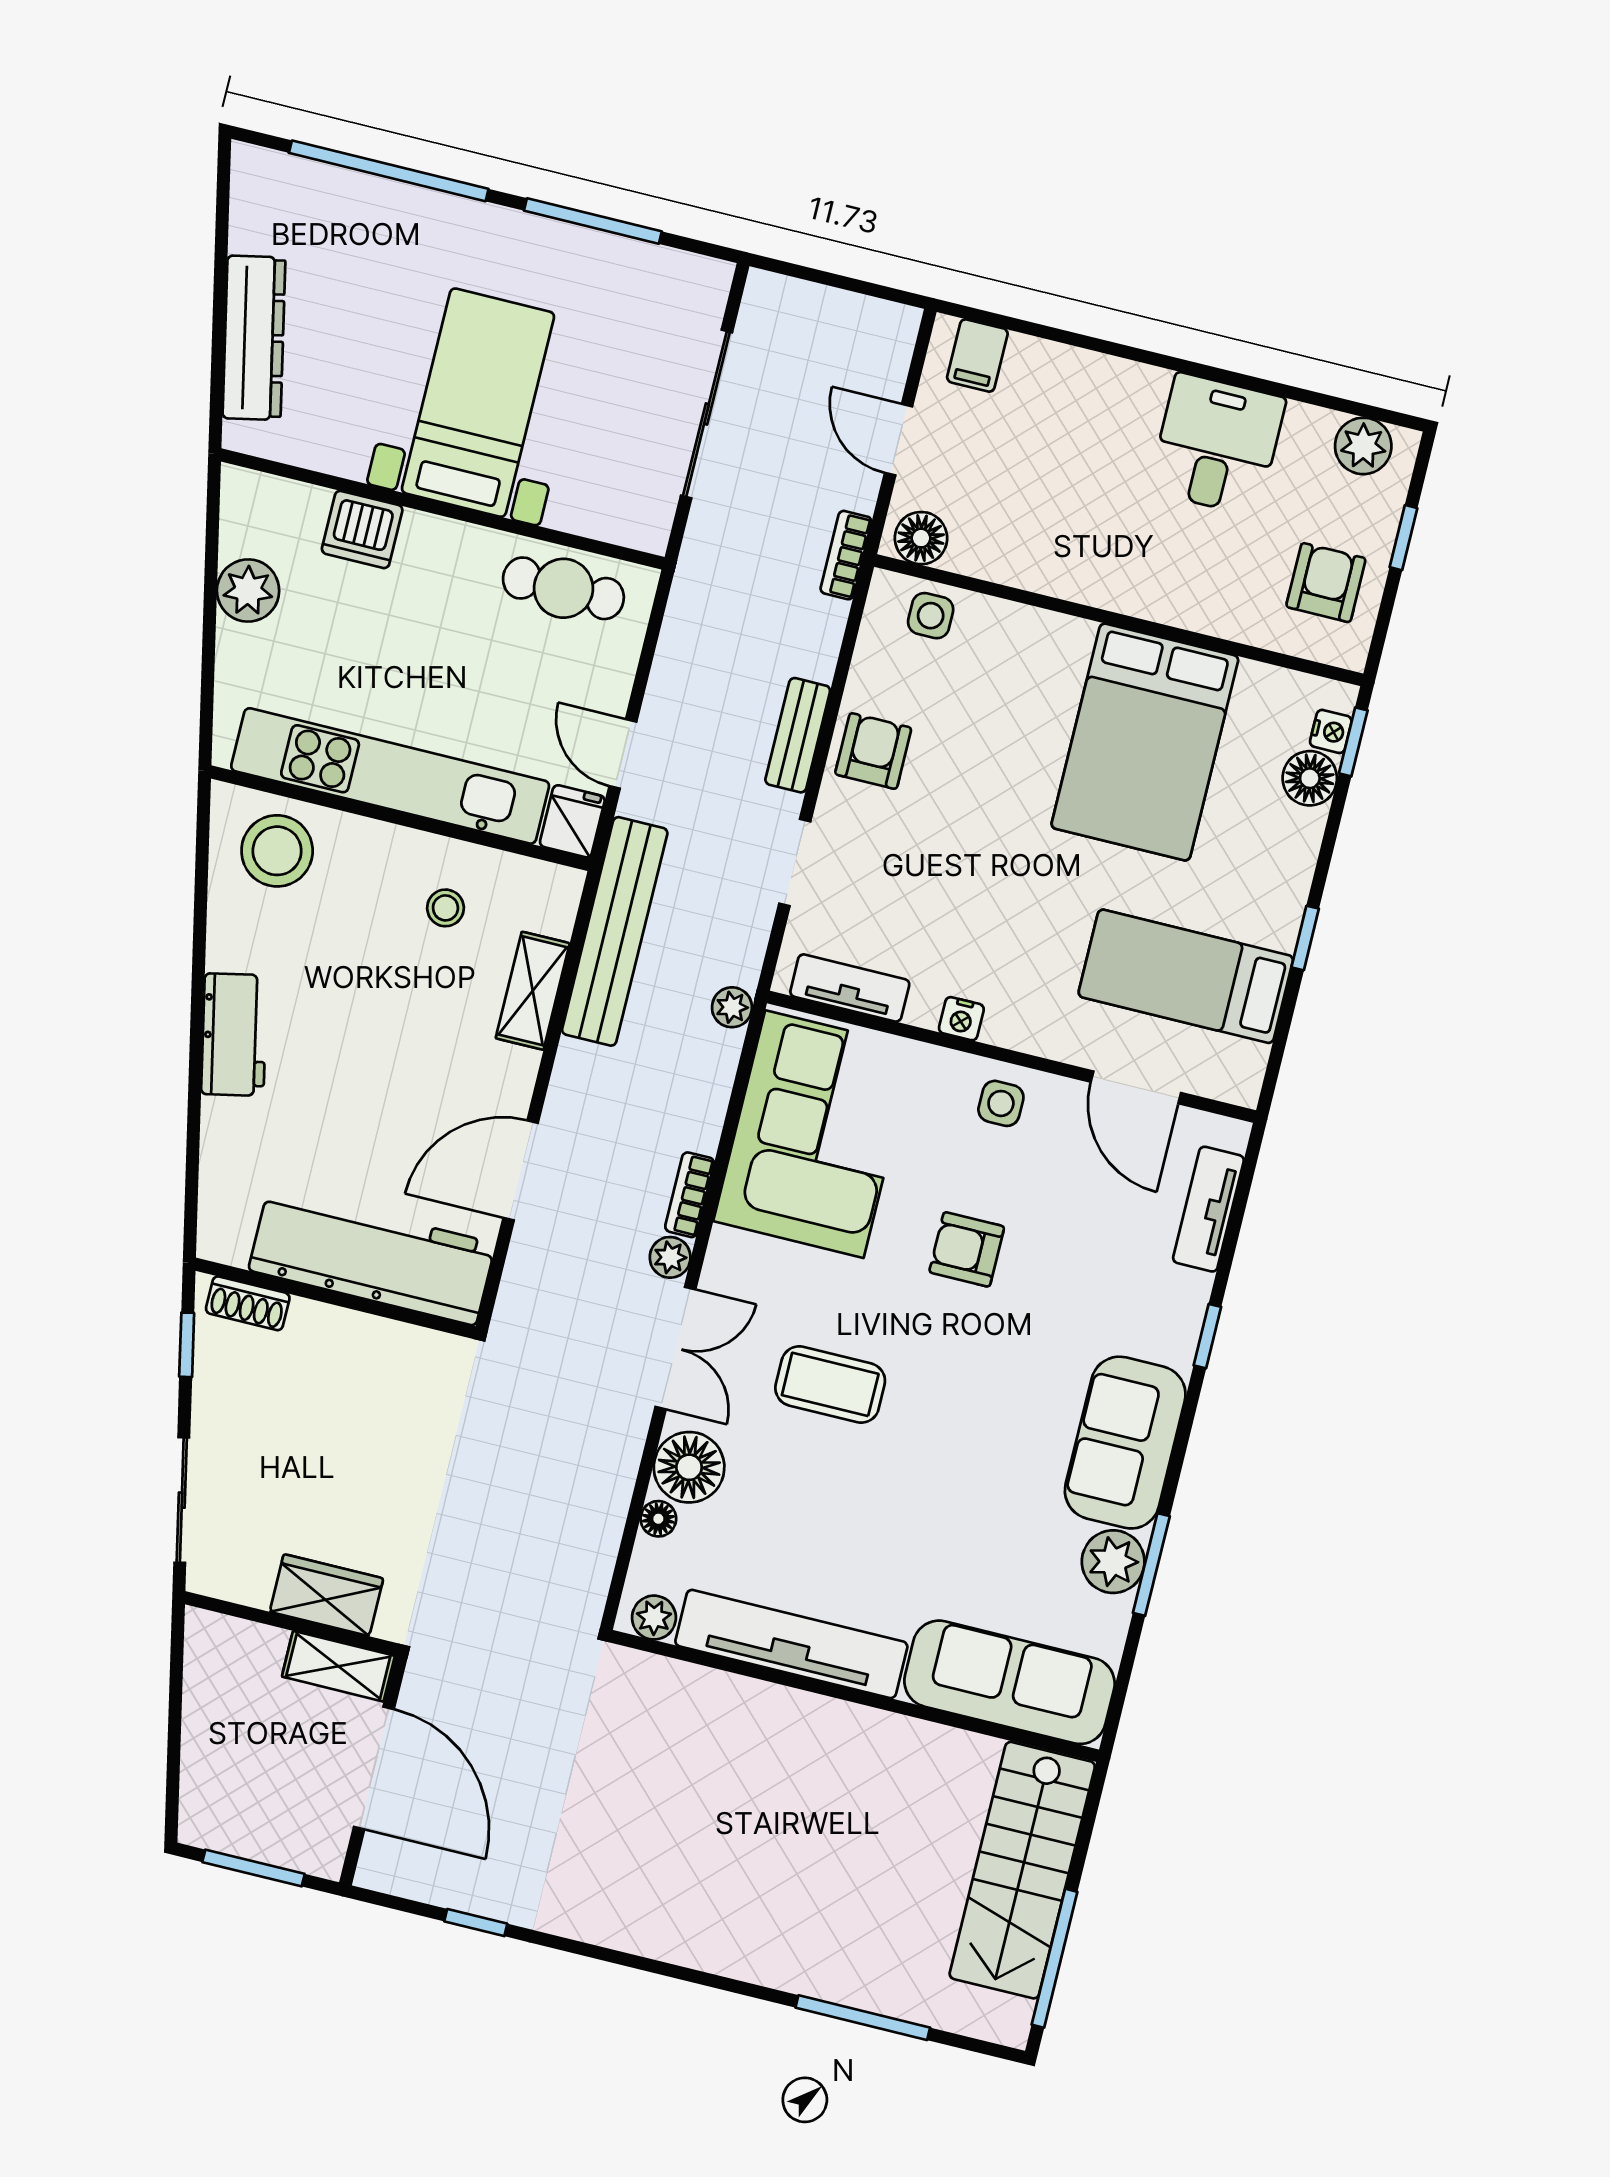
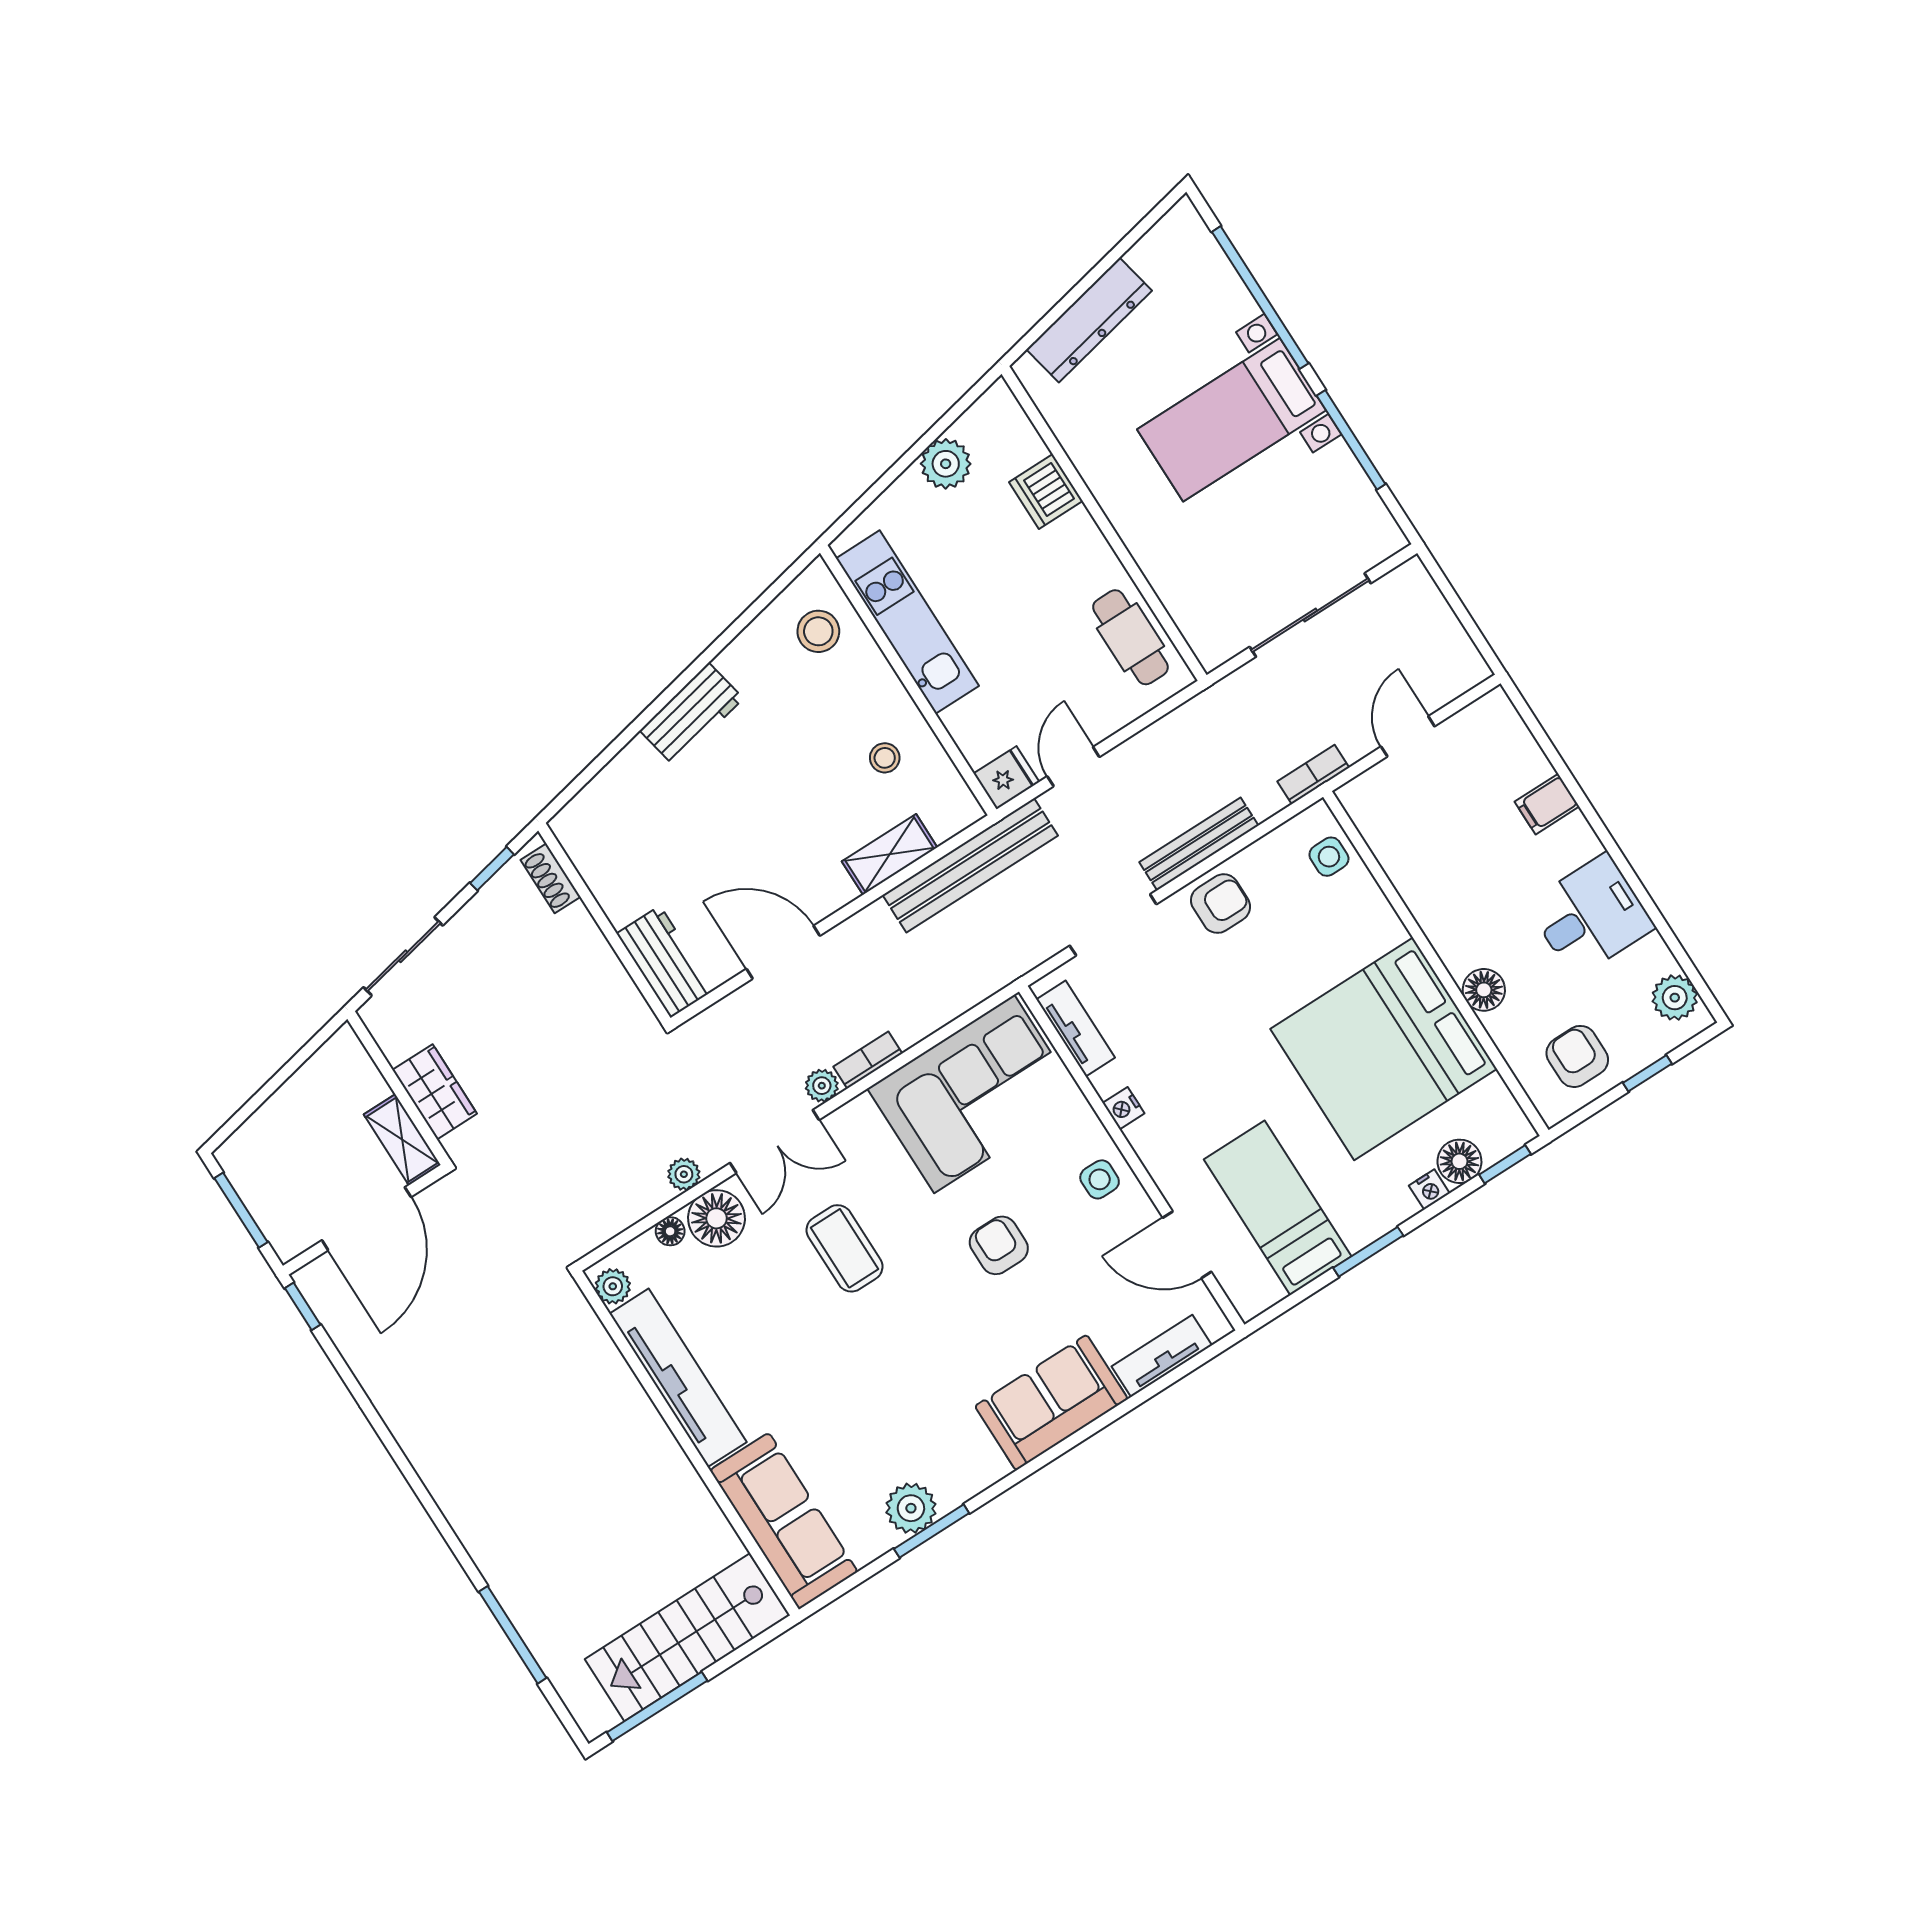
filing cabinet: (977, 355) -> (1547, 804), moved
bed with nightstands: (478, 403) -> (1231, 420), moved, turned 180
floor lamp: (921, 538) -> (1484, 990), moved
armchair: (1326, 583) -> (1577, 1056), turned -90
nightstand: (1331, 731) -> (1429, 1189), moved
bench: (798, 735) -> (1199, 844), width x1.36
bed: (1145, 742) -> (1384, 1049), width x1.36
kitchen unit: (390, 776) -> (908, 622), width x0.73
stool: (277, 851) -> (818, 631), width x0.73, depth x0.73
doorway: (795, 862) -> (1113, 925), width x1.38
window: (1305, 938) -> (1368, 1252), width x1.50
plant: (732, 1007) -> (684, 1174), moved
door: (1136, 1087) -> (1187, 1245), hinge flipped
workbench: (372, 1257) -> (665, 962), width x0.53, depth x0.76
window: (1207, 1336) -> (1091, 1429), removed
sofa: (1125, 1443) -> (1051, 1403), moved
window: (476, 1923) -> (303, 1306), moved

